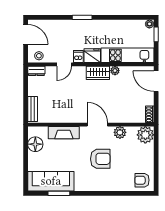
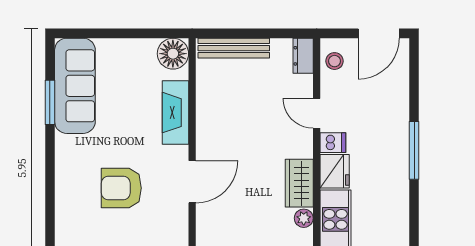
window: (82, 17) -> (414, 150), width x1.44
bench: (33, 109) -> (234, 48), width x1.36
plant: (120, 132) -> (176, 229), removed
floor lamp: (35, 144) -> (173, 54), moved
armchair: (100, 159) -> (121, 188), turned 90

